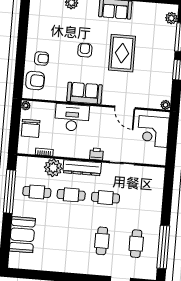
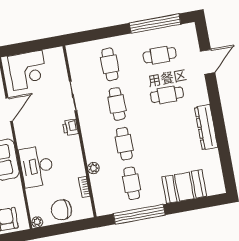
chair: (31, 128) -> (61, 210), turned 180
plant: (53, 168) -> (93, 168), width x0.53, depth x0.53
dresser: (82, 168) -> (206, 127), moved, turned 180
cafe table: (140, 200) -> (110, 64), added

